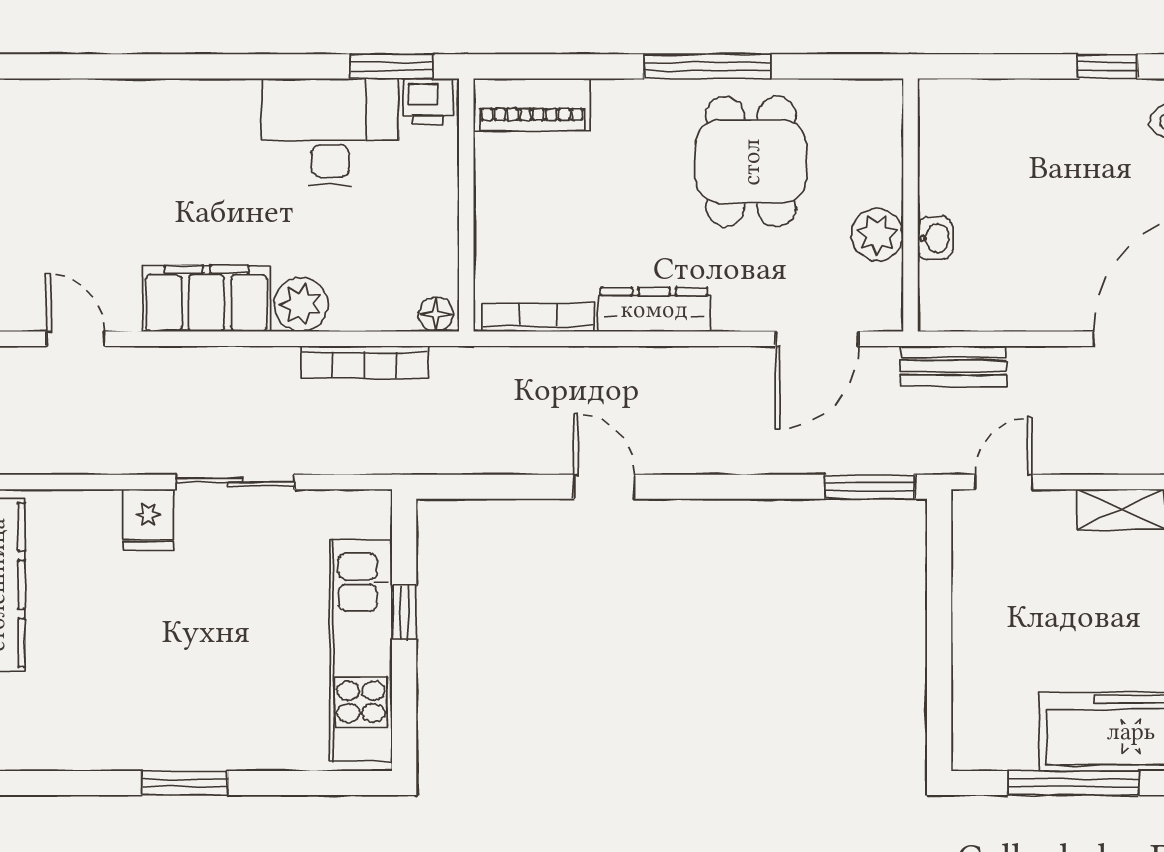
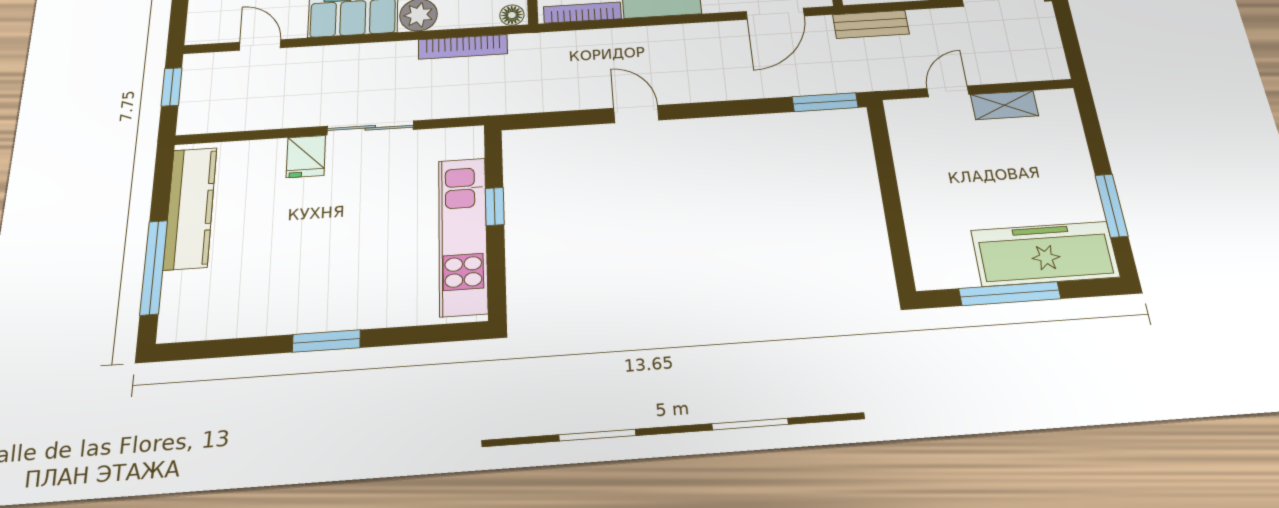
door: (1003, 482) -> (948, 91), moved

